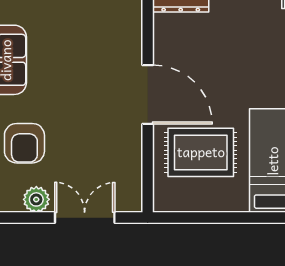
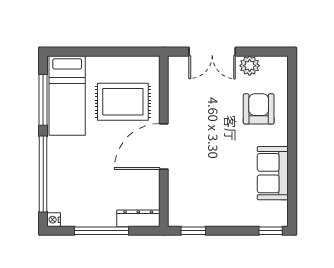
door: (148, 95) -> (164, 146), hinge flipped

